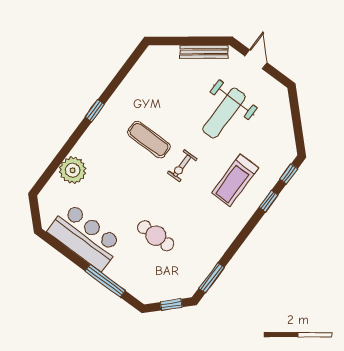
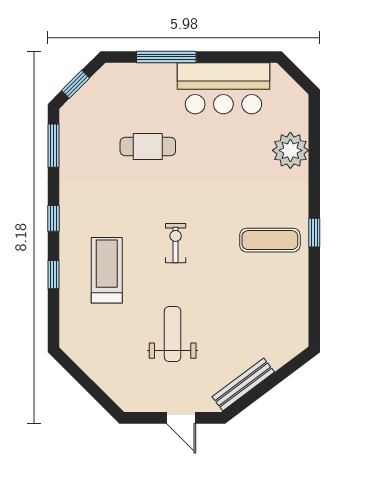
weight bench: (224, 113) -> (173, 334), width x0.73, depth x0.75
exercise mat: (149, 140) -> (270, 240), moved
window: (289, 174) -> (54, 218), moved

